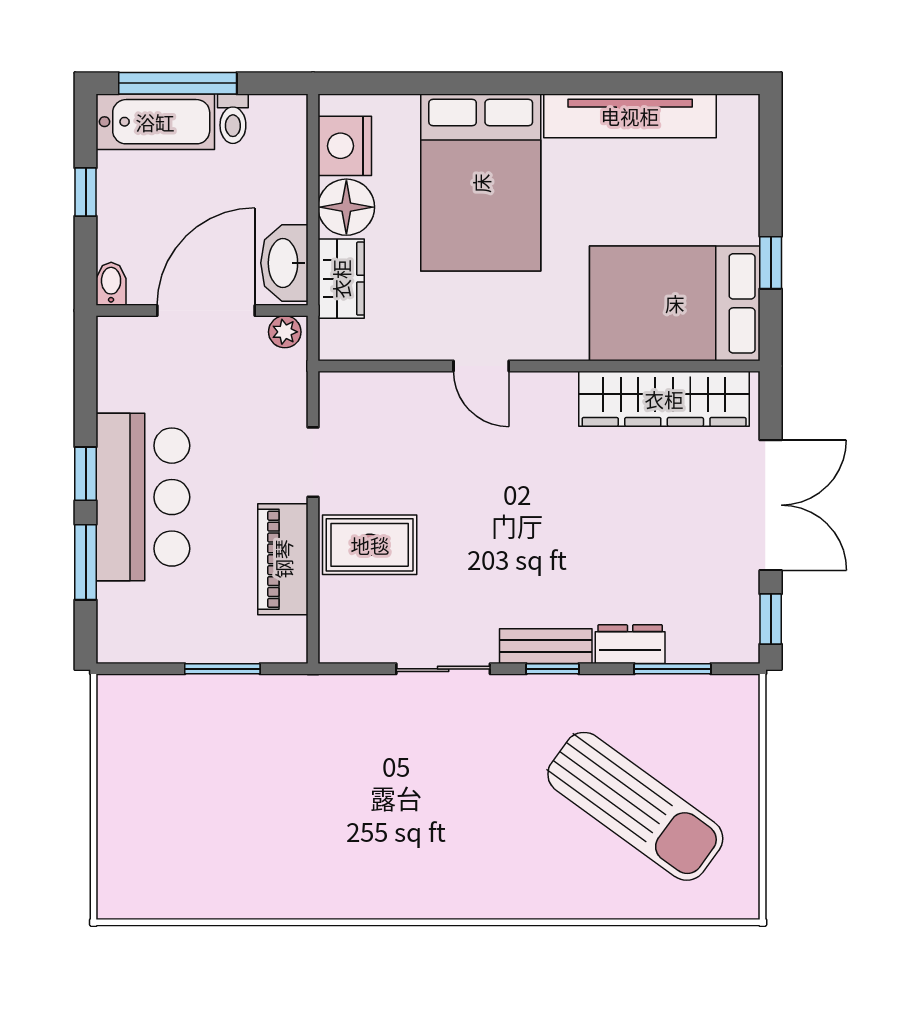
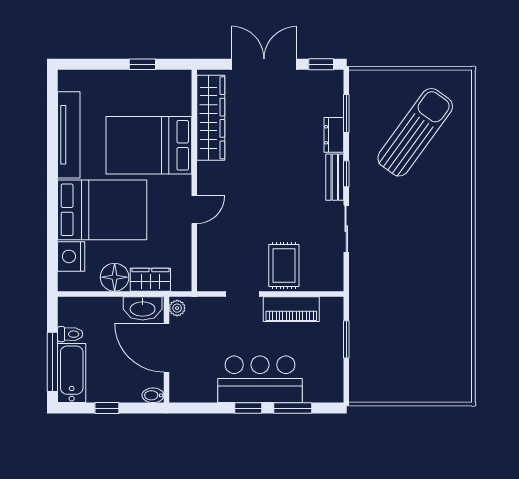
nightstand: (345, 146) -> (71, 256), moved, turned 90
bed: (675, 303) -> (149, 145), moved, turned 90

